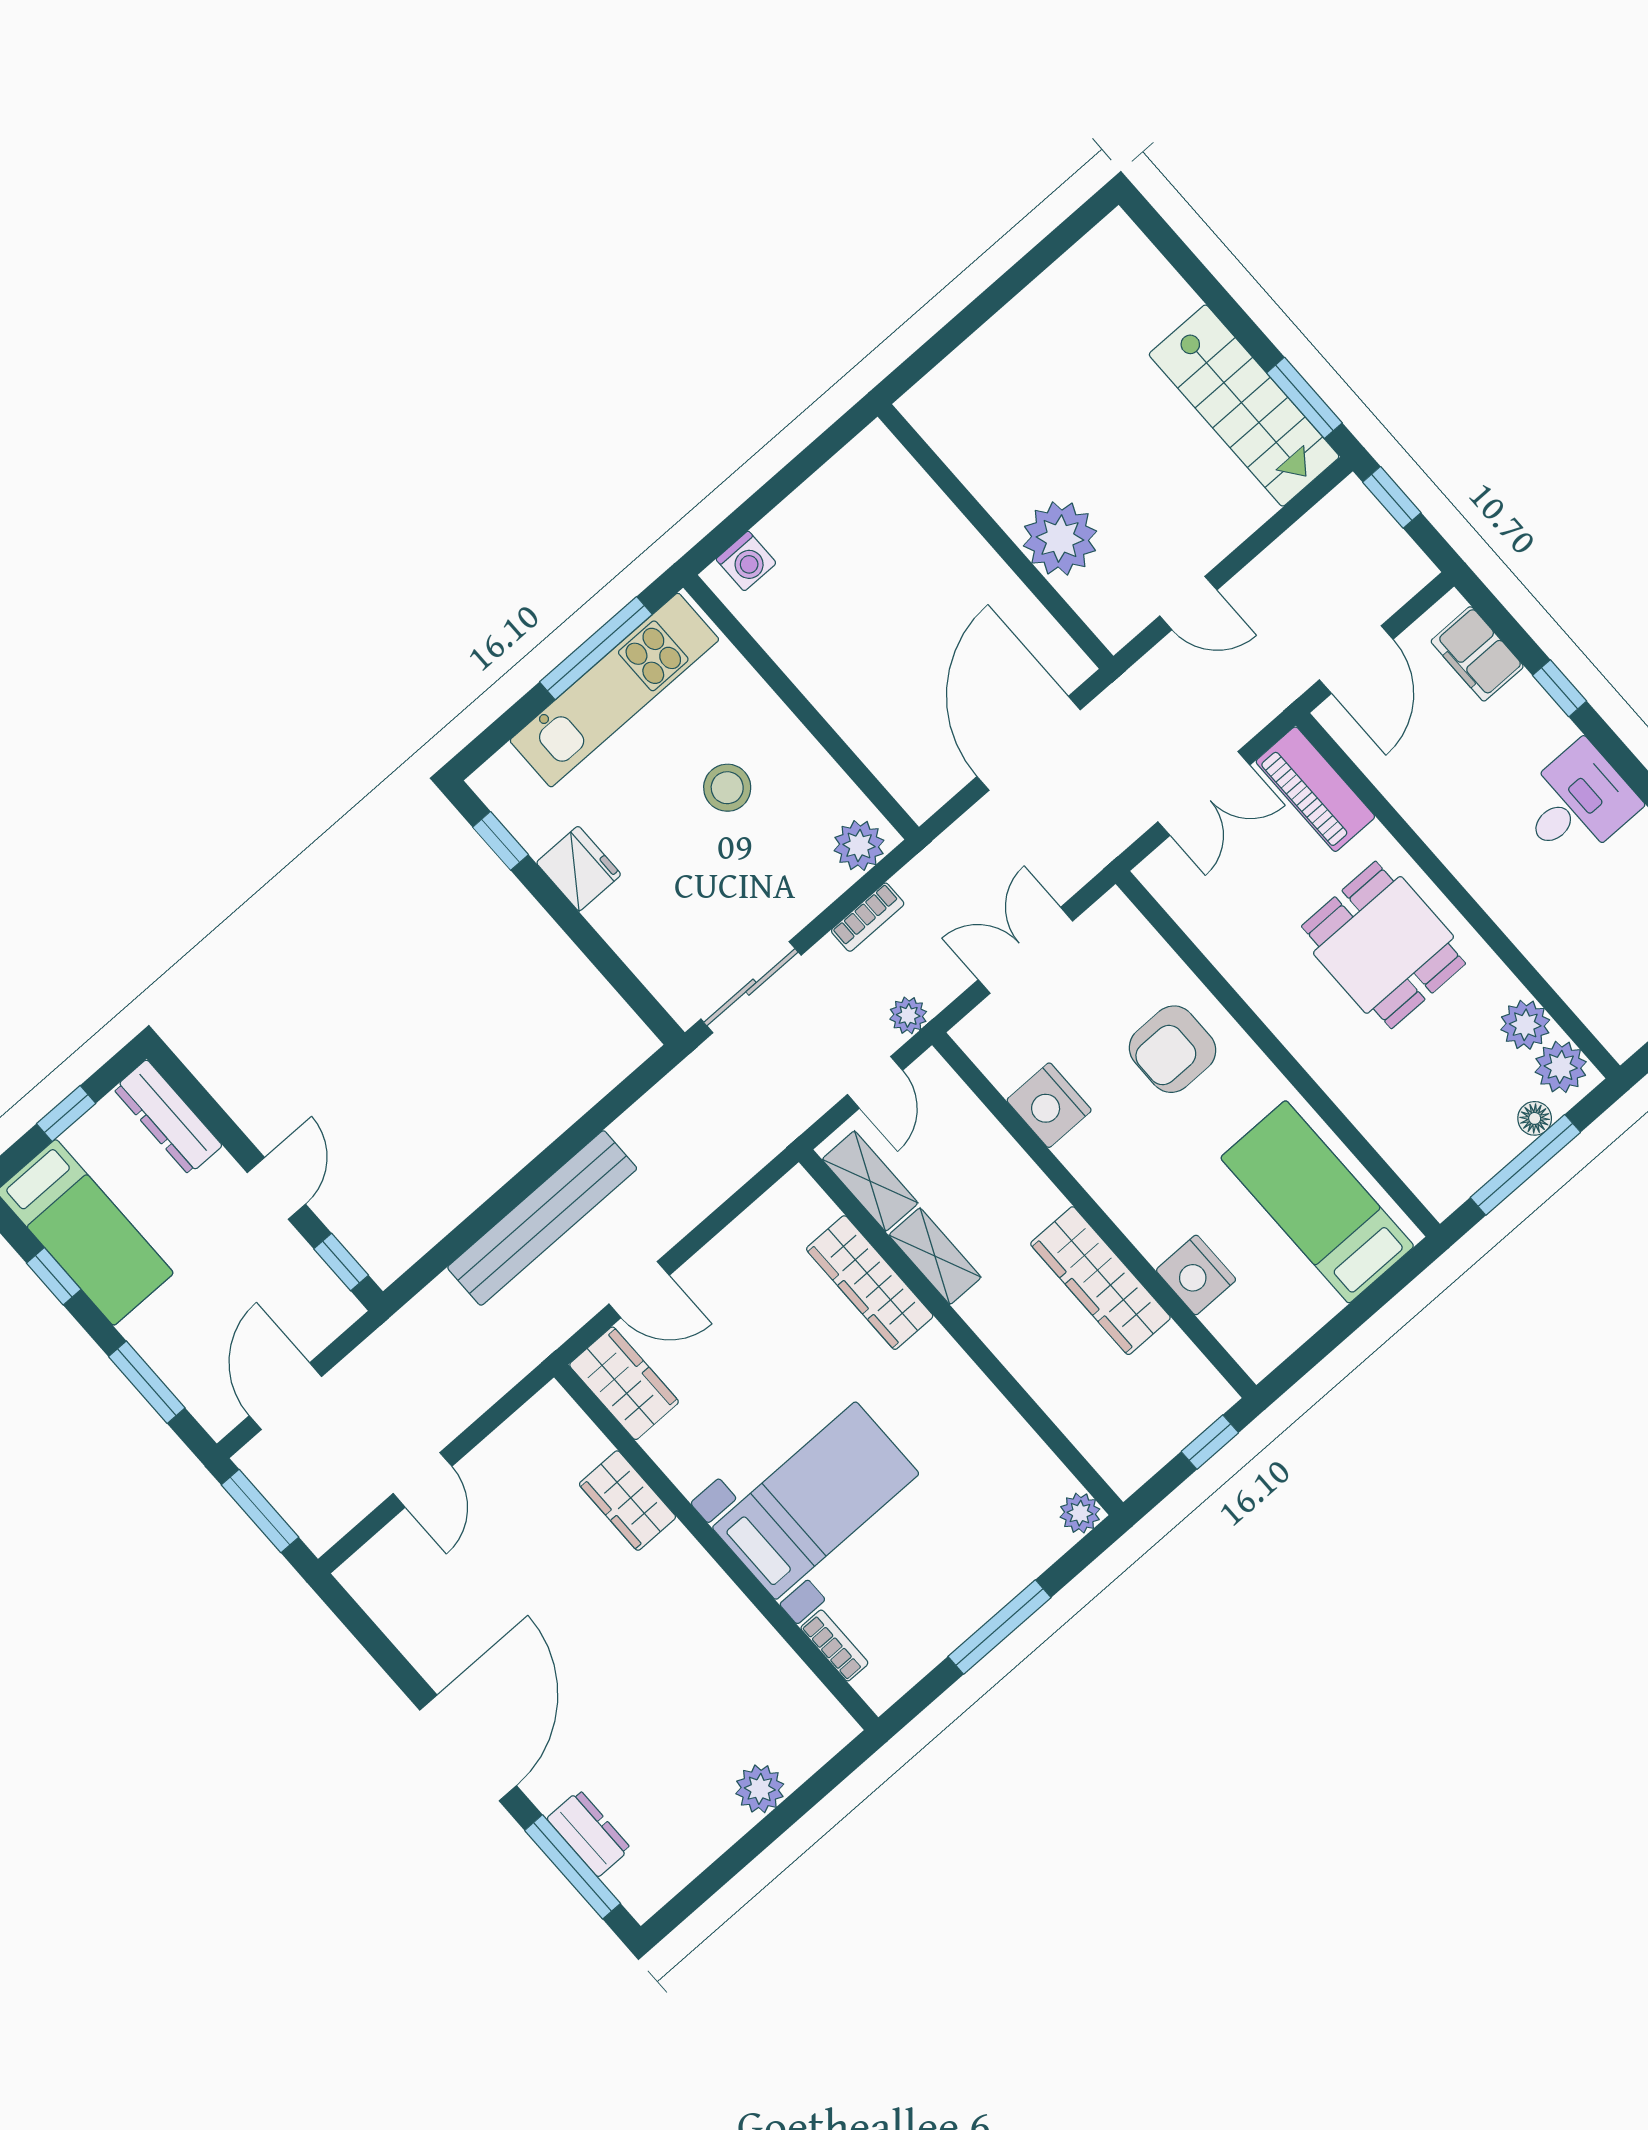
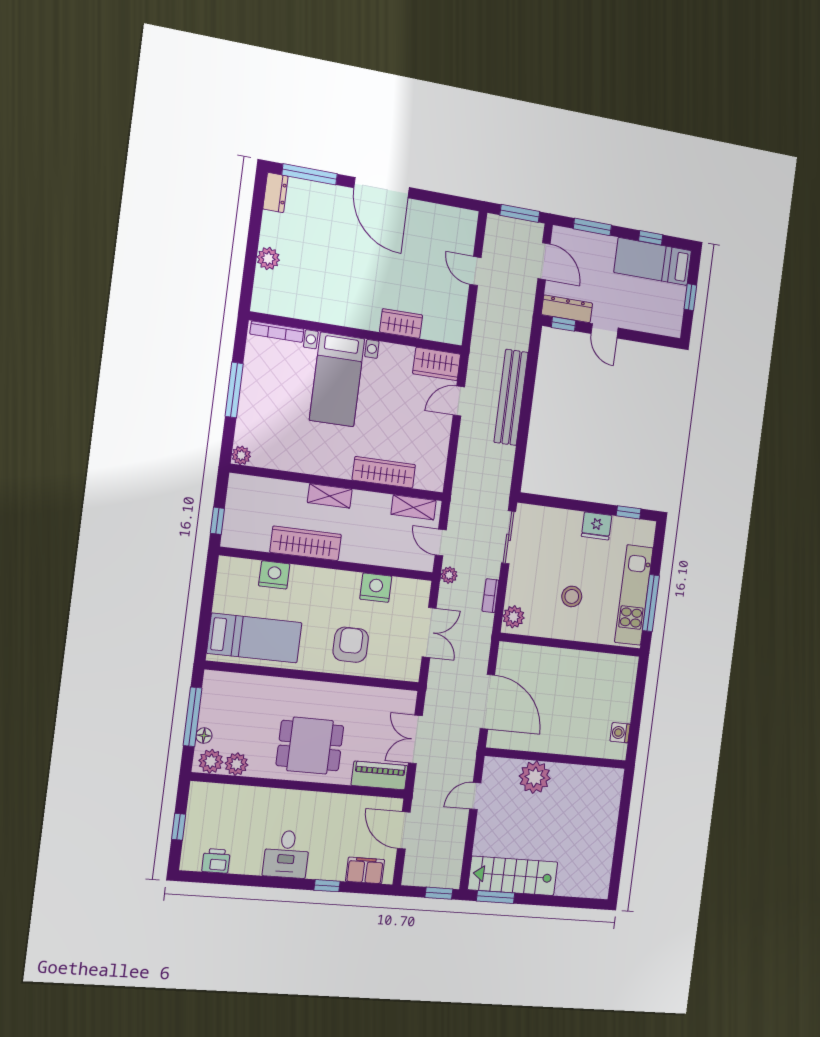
washing machine: (746, 561) -> (620, 733), moved
dresser: (168, 1117) -> (567, 309), moved
shelving: (935, 1256) -> (330, 496), moved
bookcase: (834, 1646) -> (277, 332), width x1.56
dresser: (589, 1833) -> (275, 193), moved, turned -90

